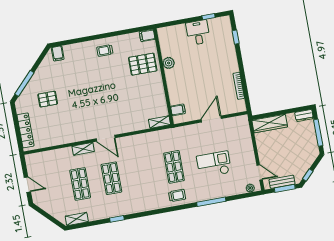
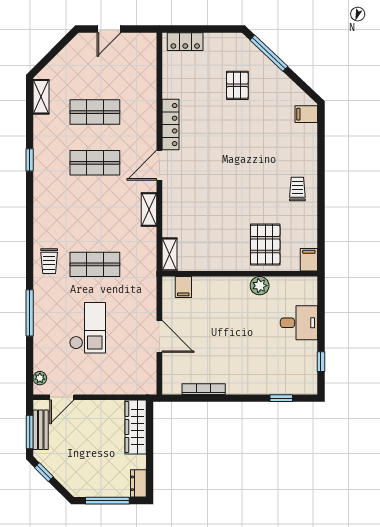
desk: (198, 33) -> (299, 323), moved
locker: (25, 130) -> (185, 42), width x0.66
locker: (79, 136) -> (170, 125), added
shelving: (83, 149) -> (149, 210), moved

